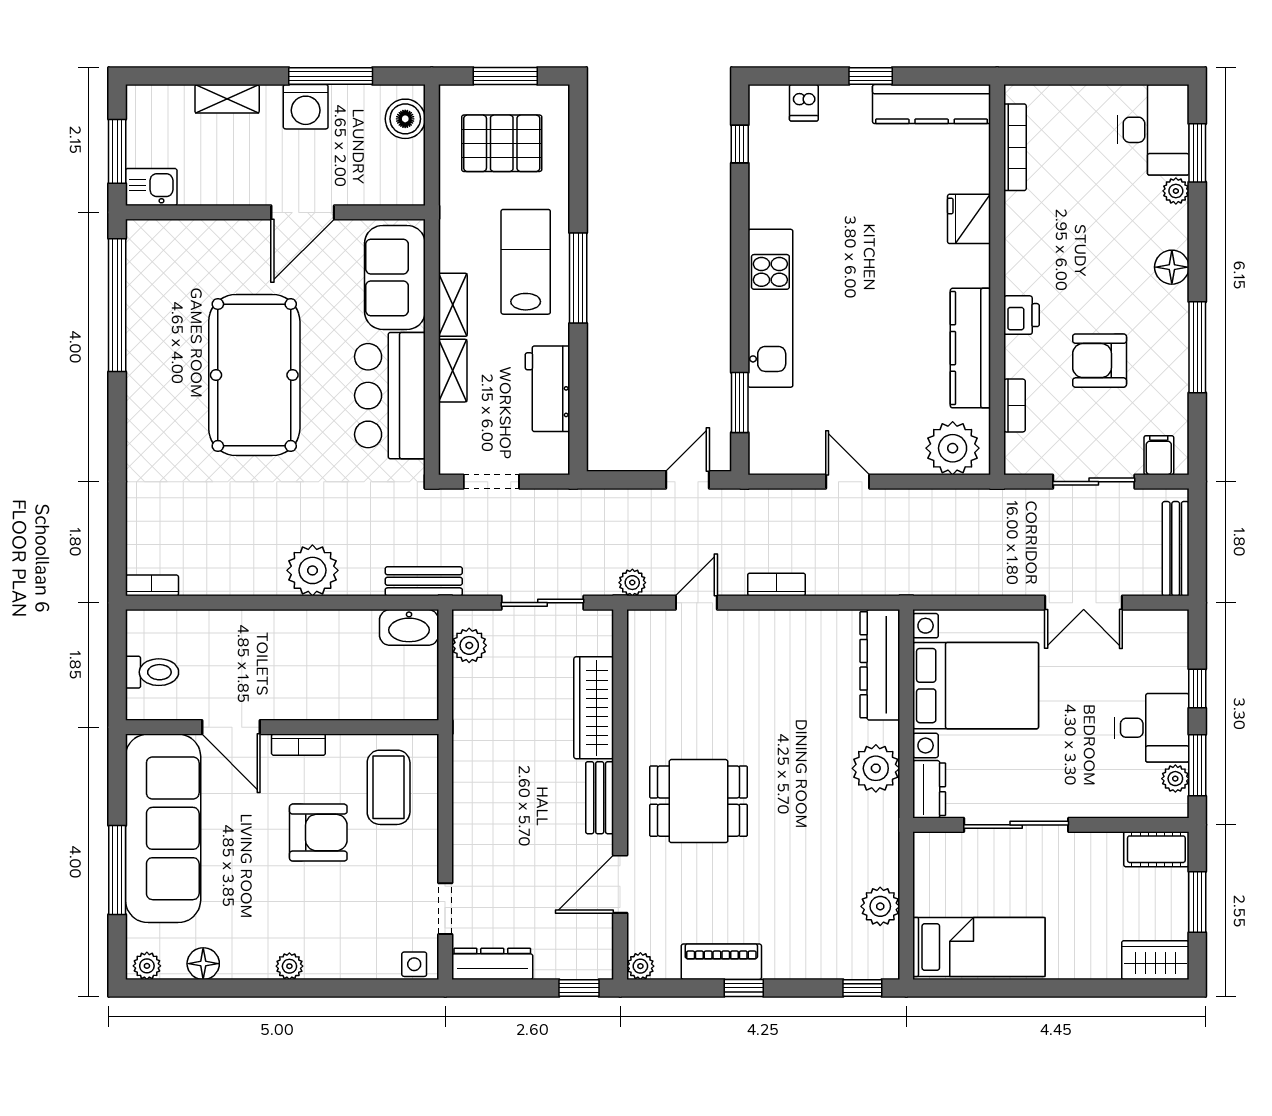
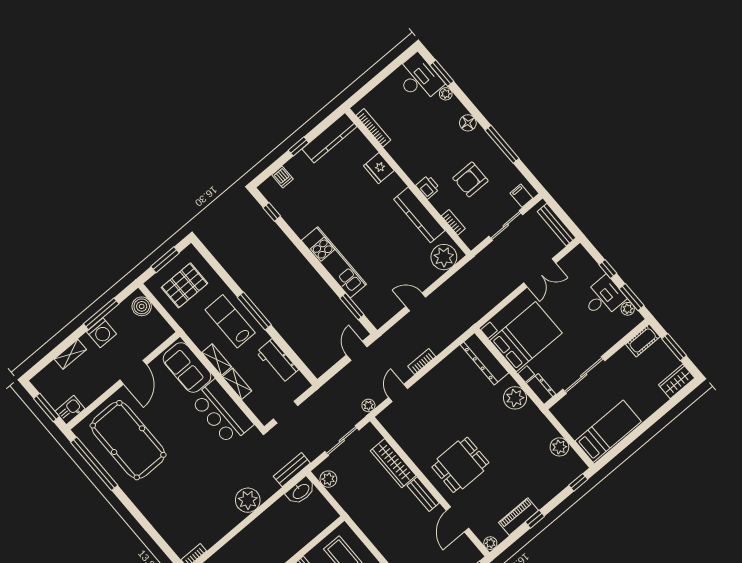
pool table: (254, 375) -> (128, 440), moved

